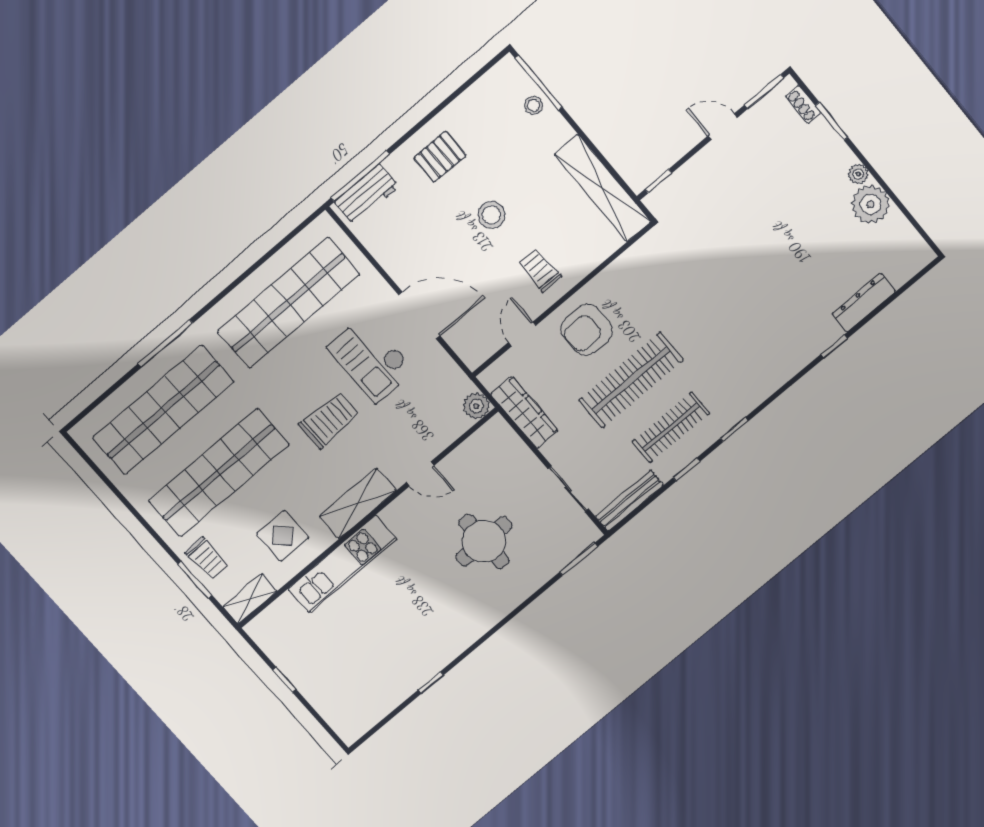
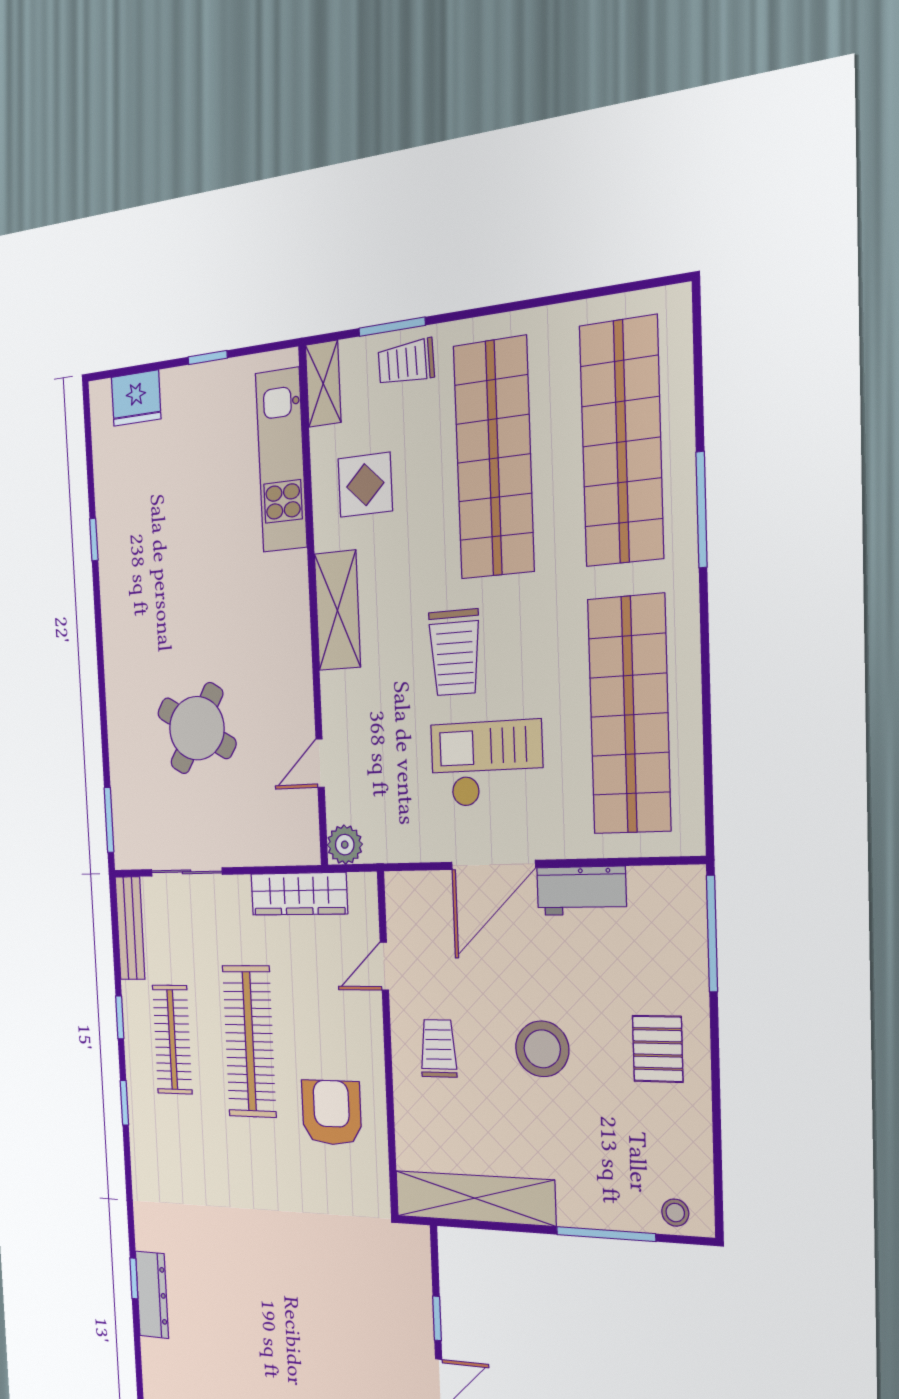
window: (539, 83) -> (606, 1234), moved
stool: (534, 105) -> (675, 1213), moved
window: (658, 181) -> (437, 1318), moved
workbench: (367, 194) -> (581, 891), moved, turned -90
stool: (492, 215) -> (542, 1049), width x1.38, depth x1.38
trolley: (540, 270) -> (438, 1048), turned -90
dresser: (864, 303) -> (152, 1295), moved
armchair: (587, 330) -> (332, 1113), moved
door: (522, 334) -> (384, 966), swing flipped
door: (420, 474) -> (320, 763), moved
round table: (484, 541) -> (197, 728), turned 31
kitchen unit: (342, 564) -> (281, 460), moved
fridge: (336, 710) -> (136, 398), added

